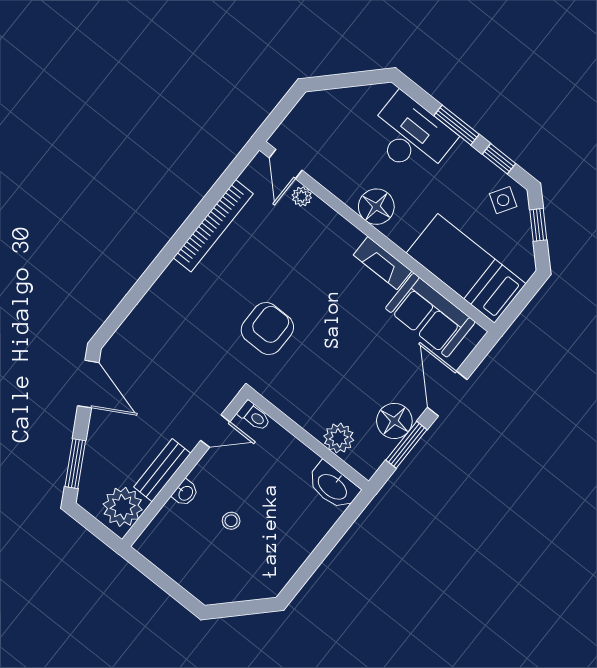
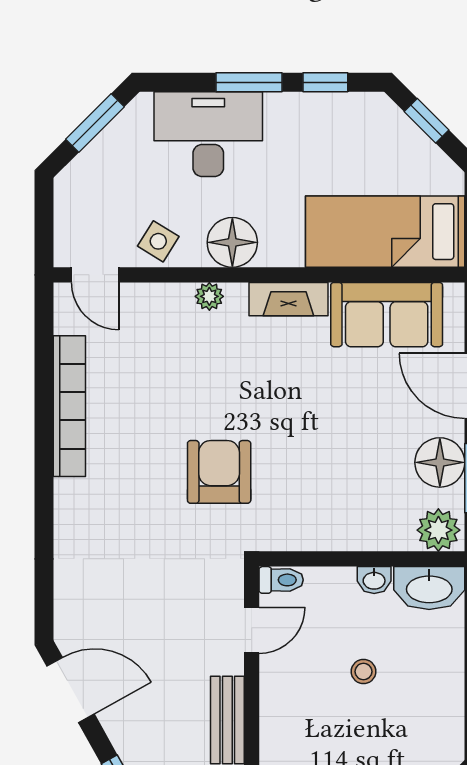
window: (353, 80) -> (95, 123), added
plant: (302, 196) -> (209, 296), moved
side table: (503, 200) -> (158, 241), moved
plant: (339, 438) -> (438, 530), moved
washbasin: (185, 493) -> (374, 580), moved, turned 90
stool: (231, 521) -> (363, 672), moved

